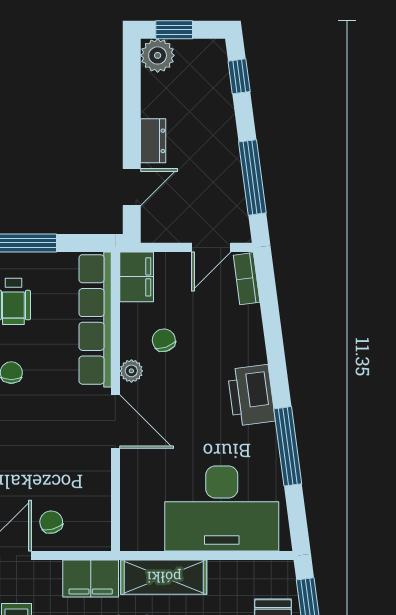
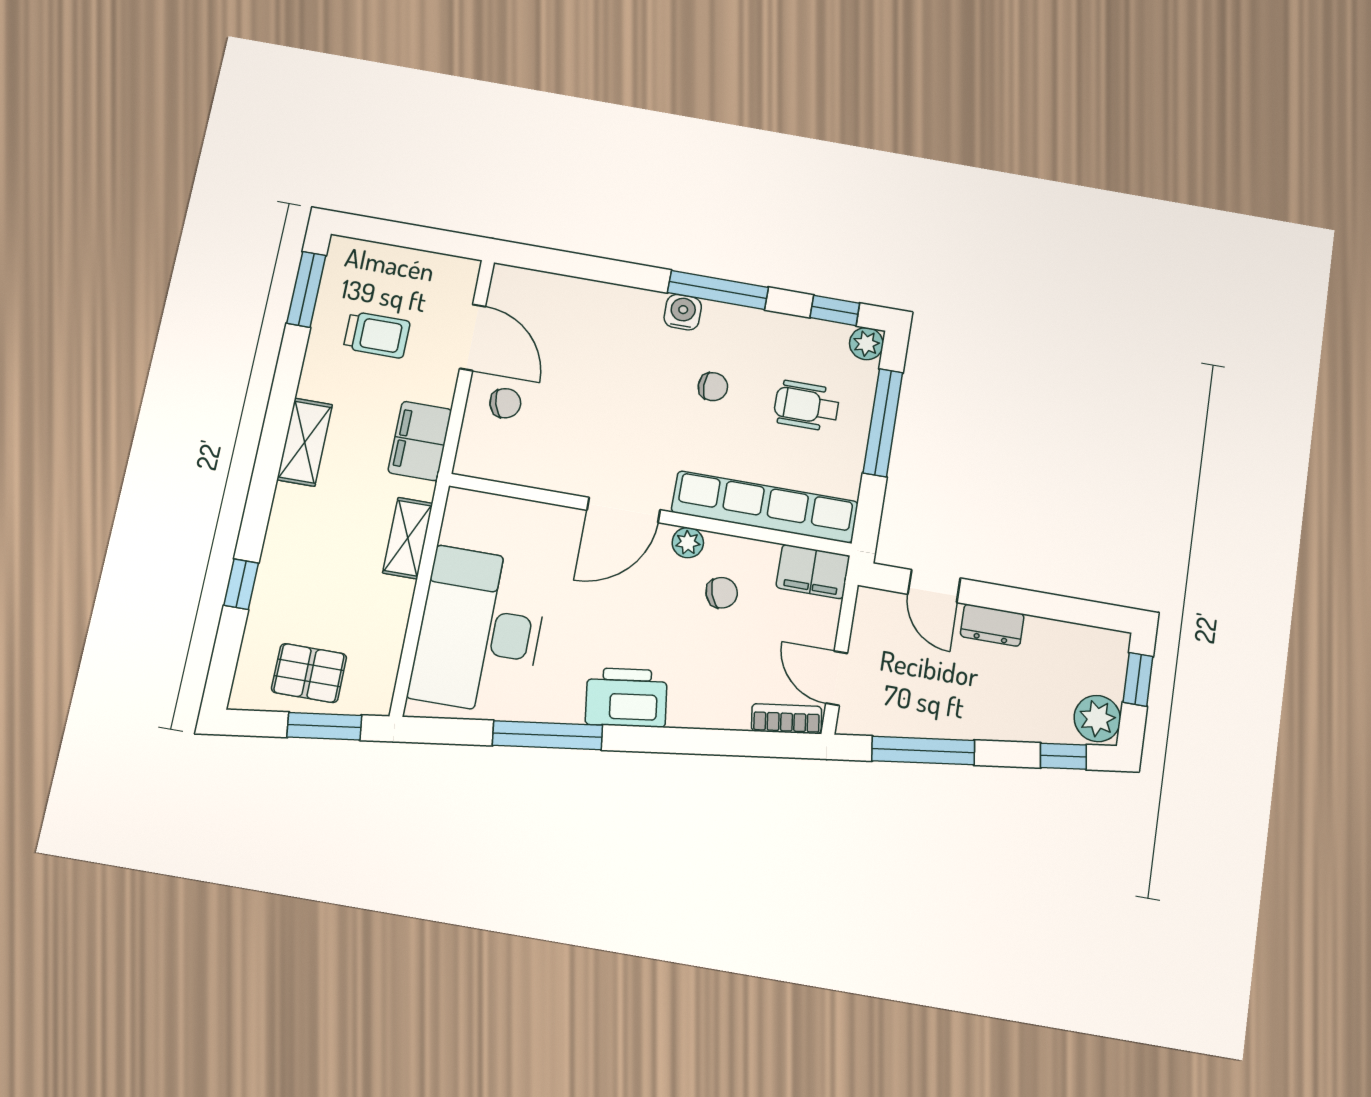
plant: (158, 55) -> (1097, 718), moved
shelving: (164, 577) -> (408, 538), width x0.67, depth x0.75

